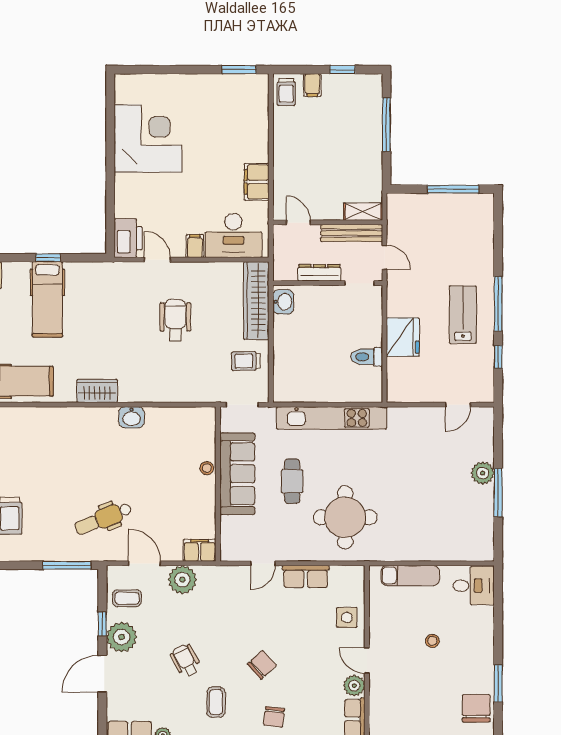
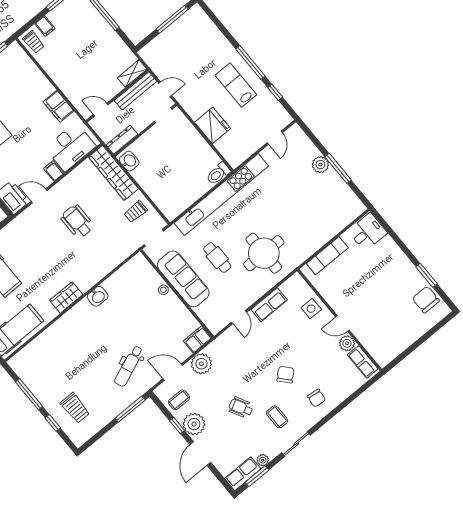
dresser: (319, 273) -> (122, 140), moved
toilet: (367, 357) -> (218, 174), moved
kitchen unit: (332, 418) -> (221, 195), width x1.36
stool: (432, 641) -> (370, 282), removed

